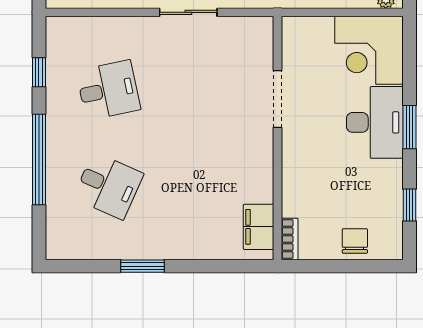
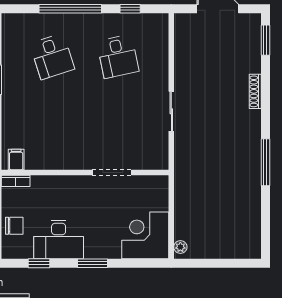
desk: (375, 122) -> (59, 239), moved
desk: (108, 186) -> (52, 56), turned -42
filing cabinet: (259, 227) -> (16, 160), width x0.50

